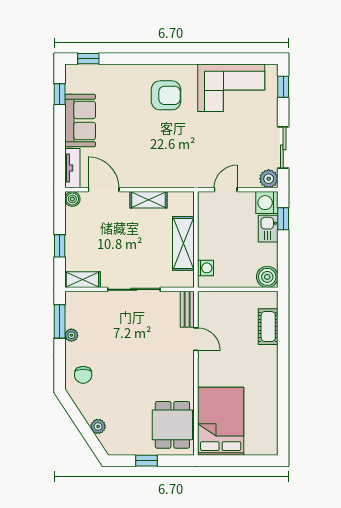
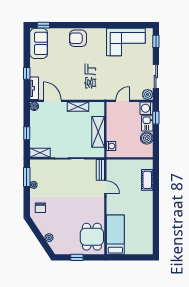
window: (60, 94) -> (27, 73), moved
armchair: (166, 95) -> (78, 38), moved, turned 180
sofa: (80, 120) -> (39, 43), moved
boiler: (267, 277) -> (147, 138), moved
bed: (221, 421) -> (115, 235), width x0.67

